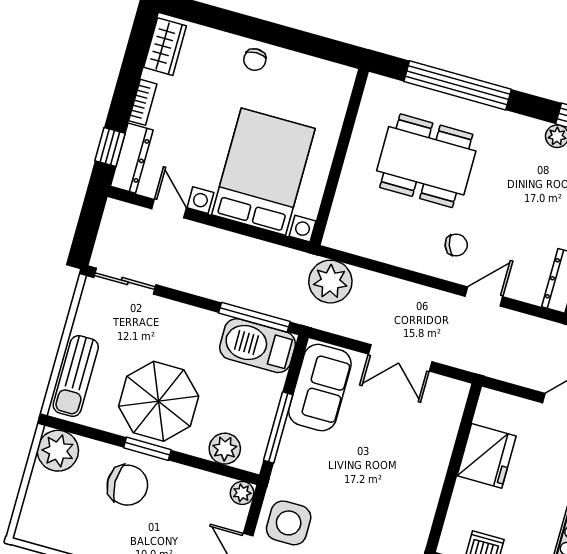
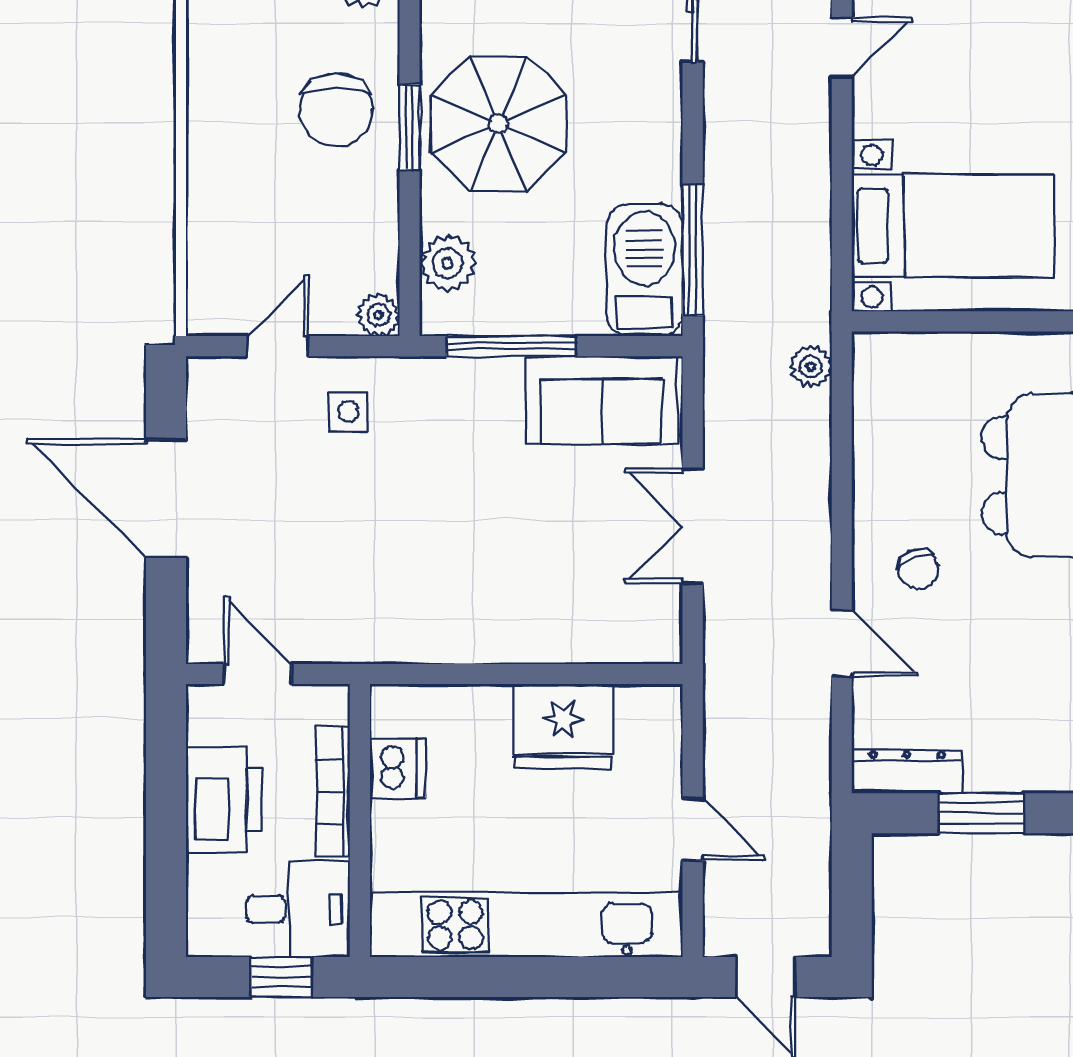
bed with nightstands: (263, 172) -> (953, 226), width x0.73
plant: (330, 282) -> (811, 367), width x0.53, depth x0.53
side table: (289, 523) -> (349, 411), width x0.54, depth x0.54

